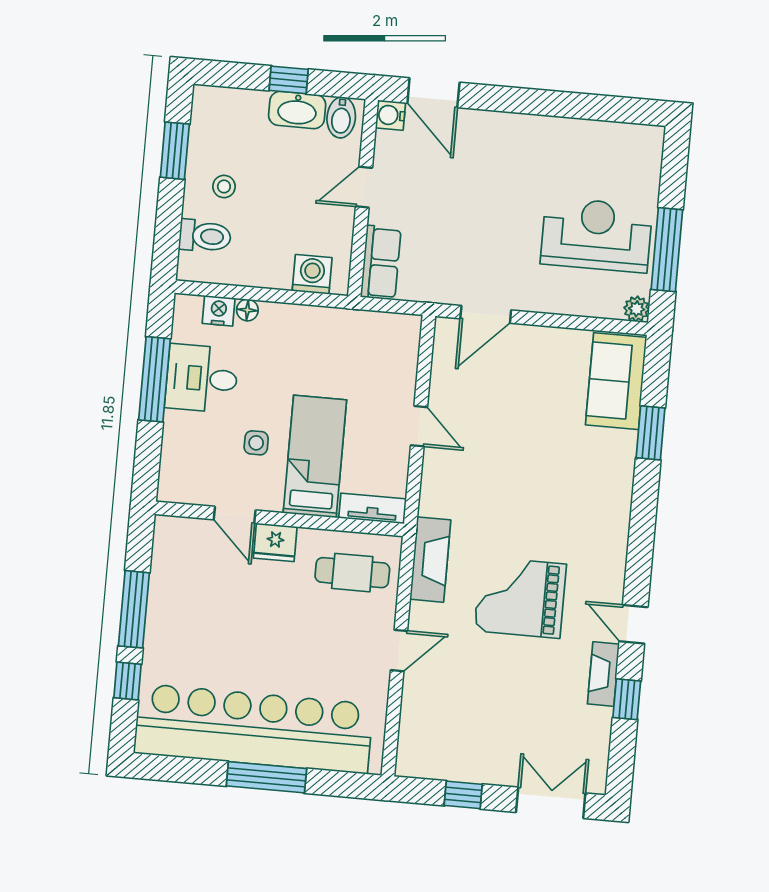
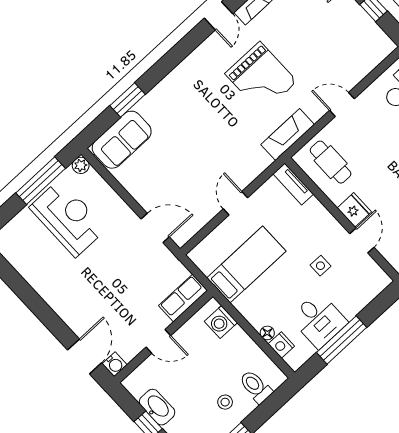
bidet: (341, 117) -> (139, 384), removed
reception desk: (596, 235) -> (68, 218), turned 180
bed: (315, 456) -> (246, 264), moved, turned 180

